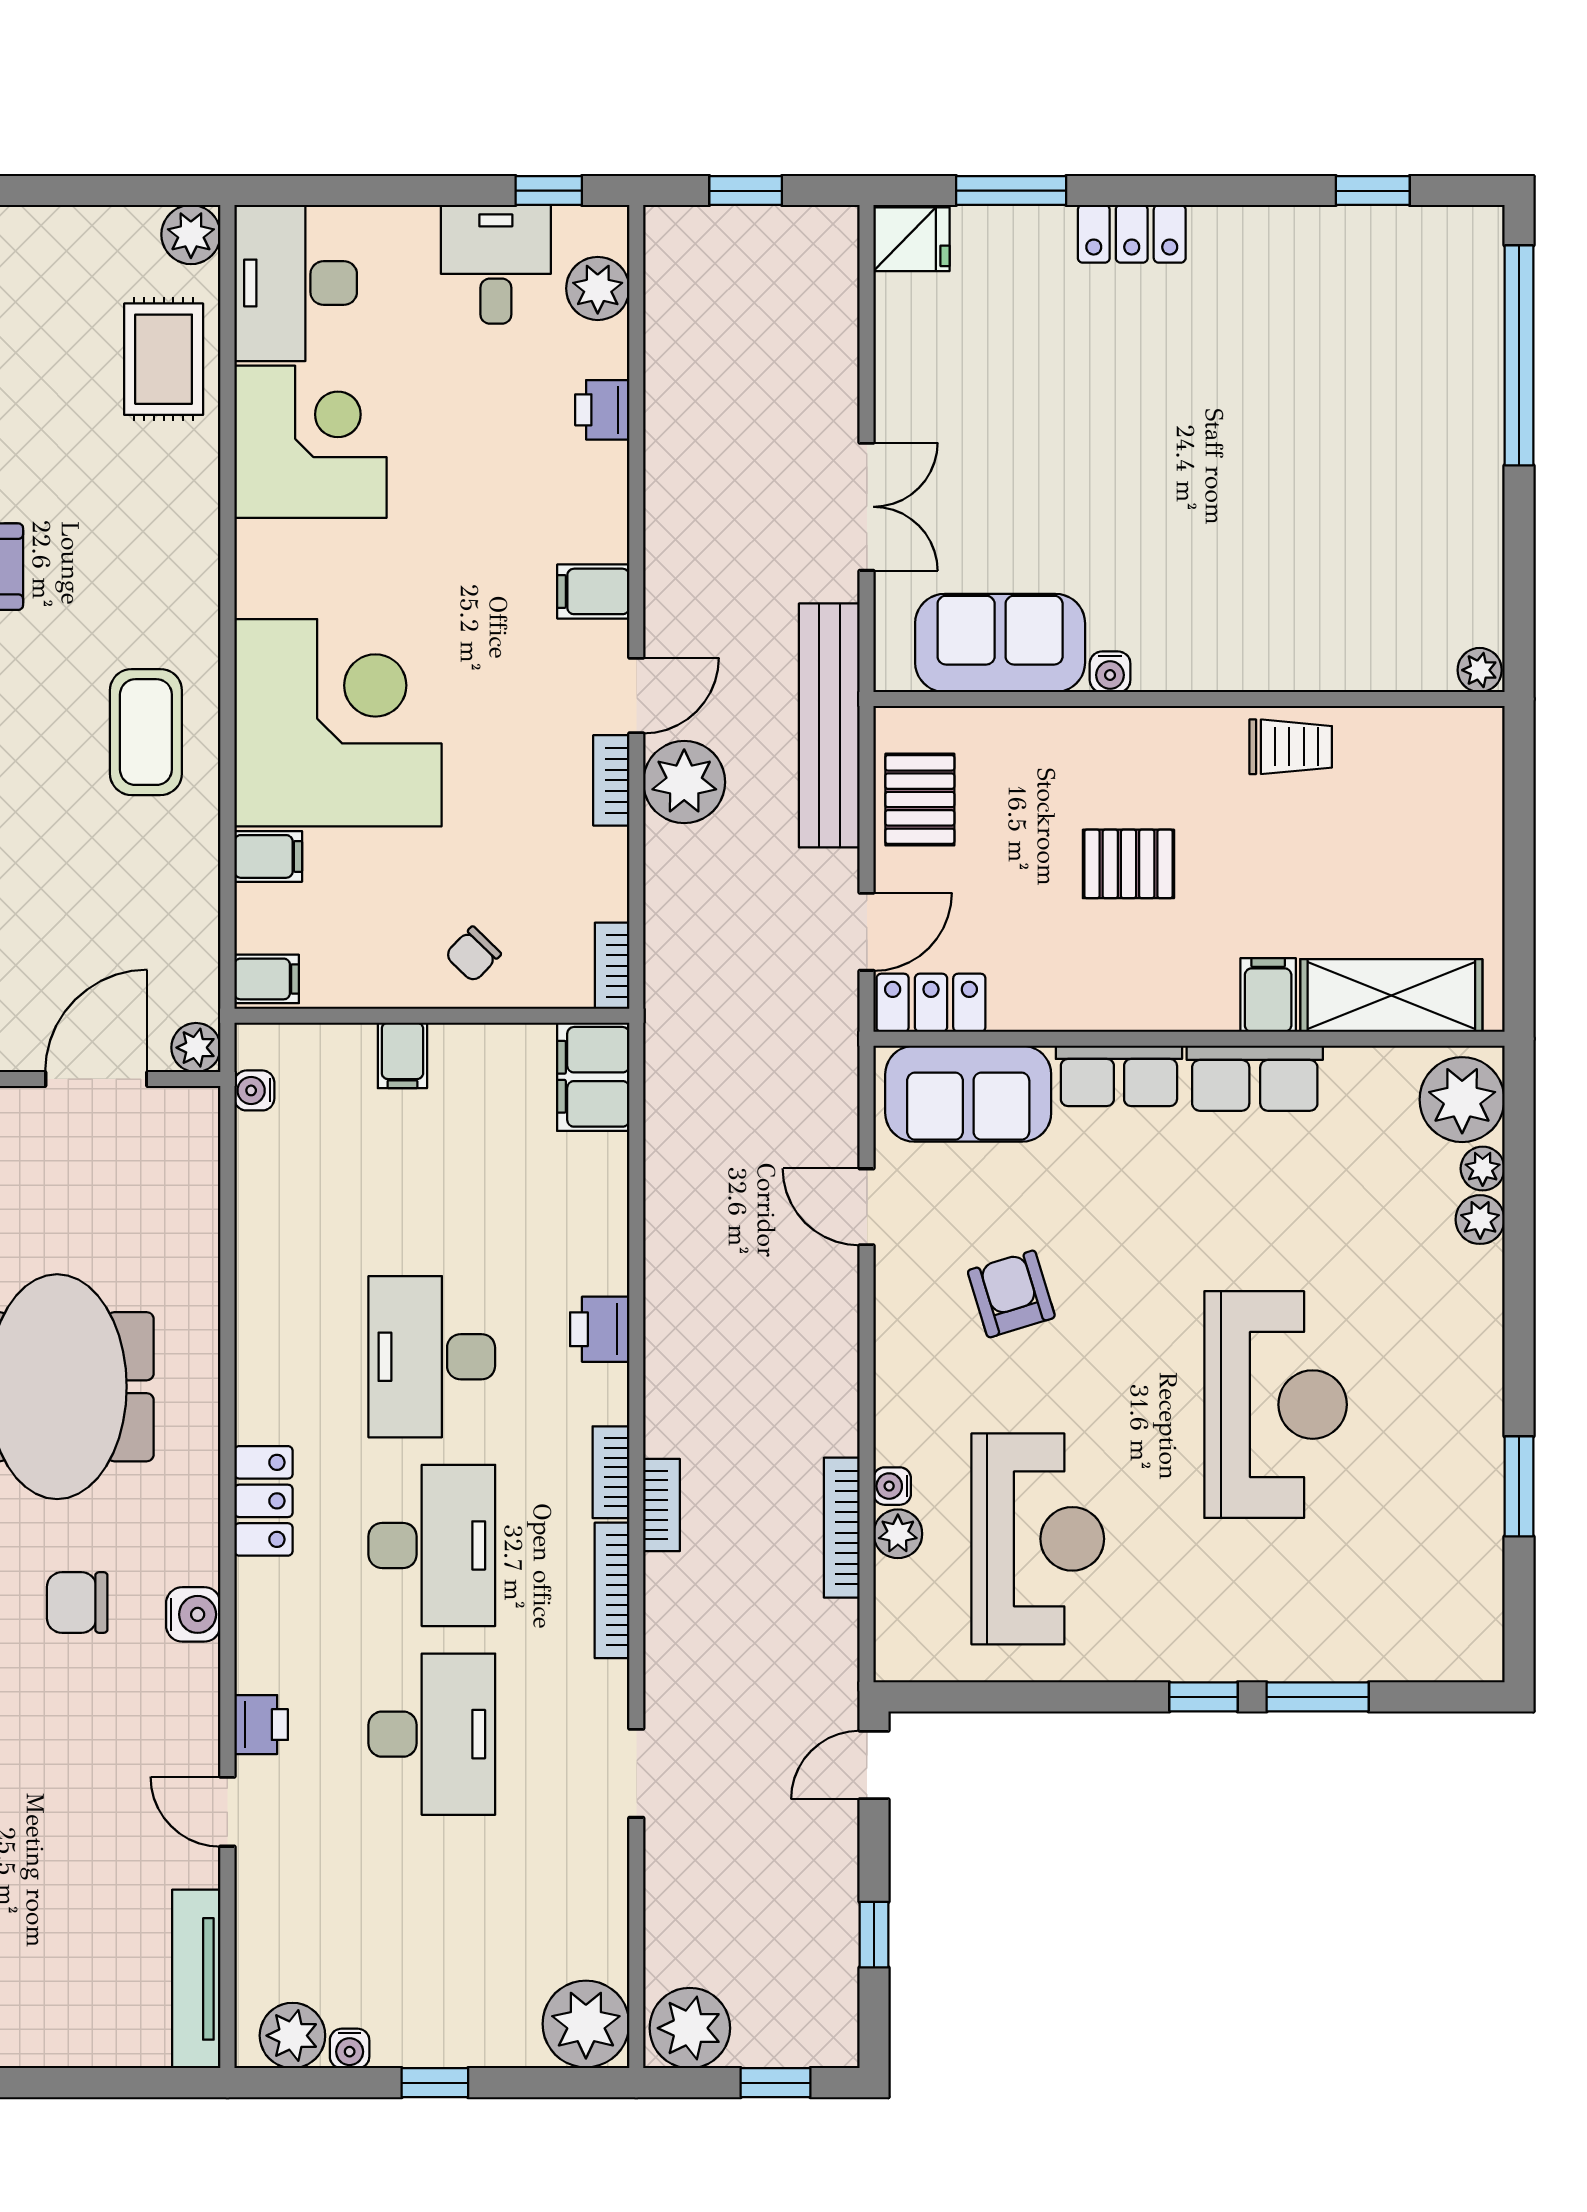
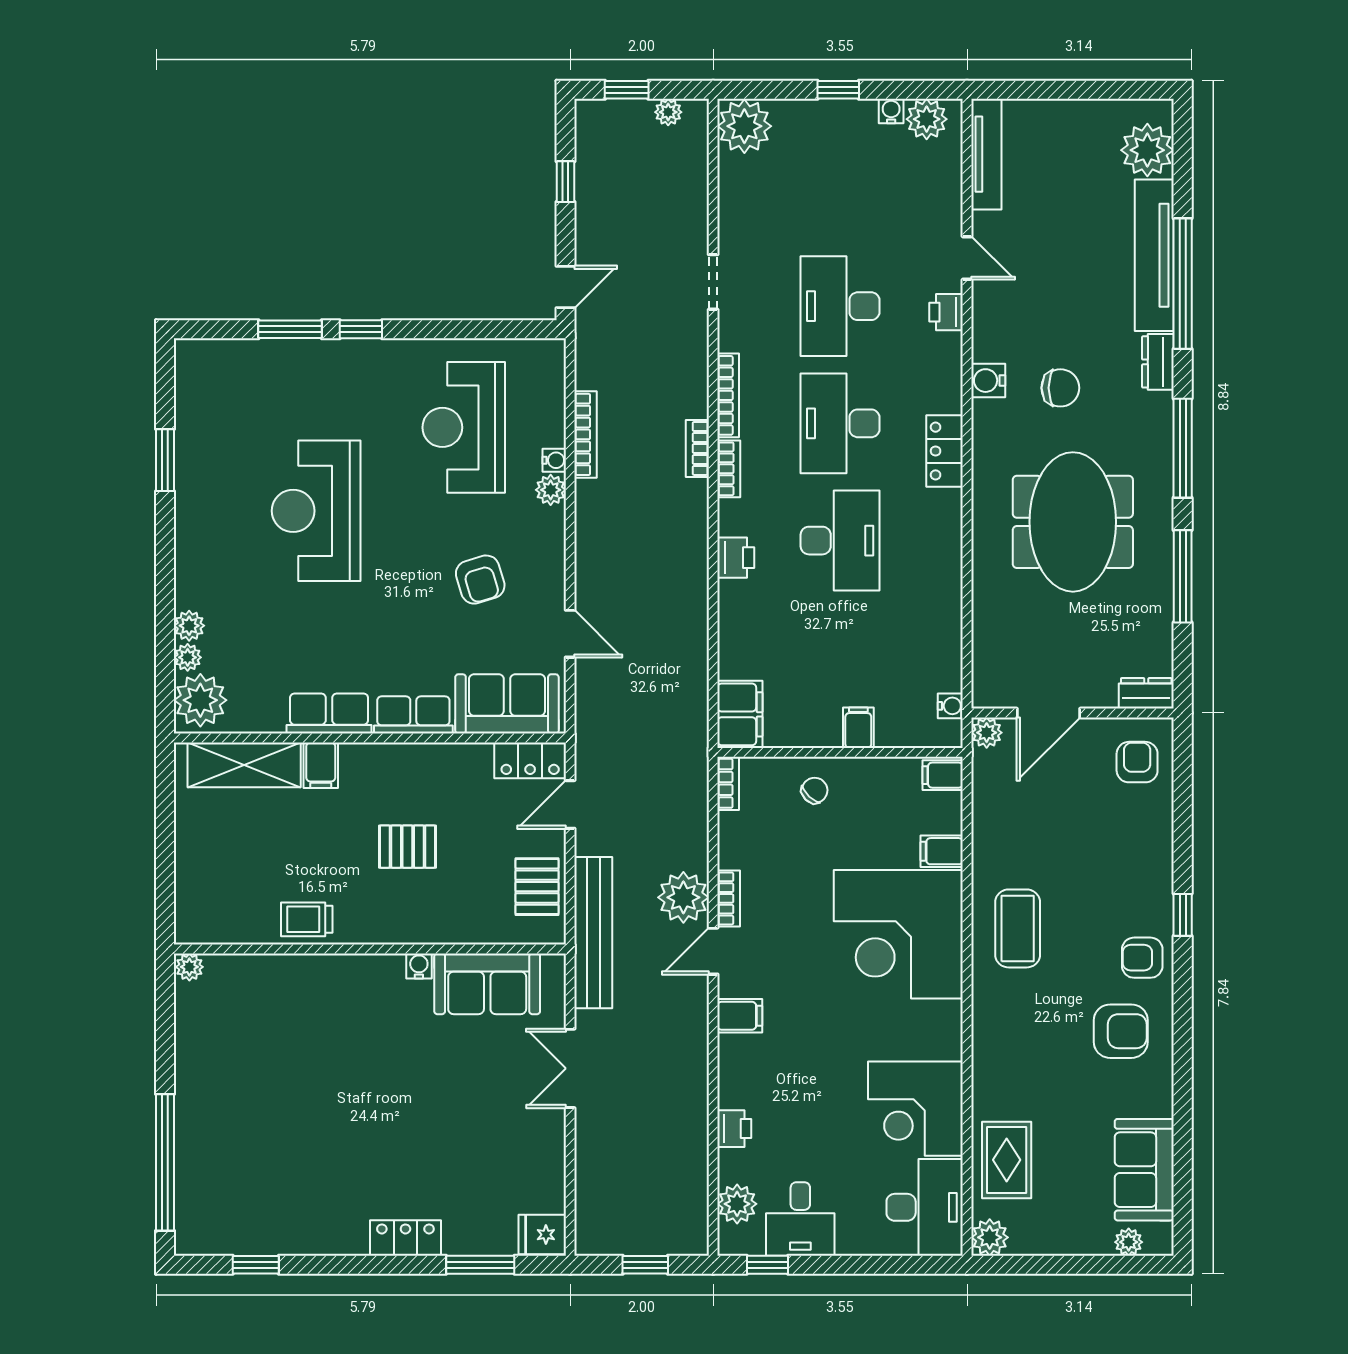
plant: (898, 1534) -> (551, 490), moved
plant: (690, 2028) -> (668, 112), width x0.53, depth x0.53

